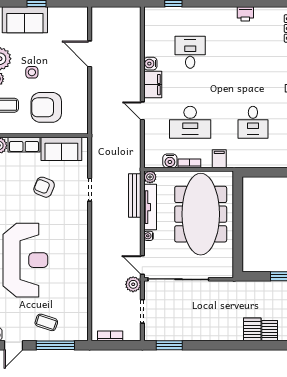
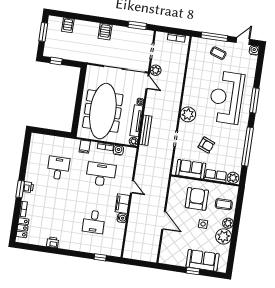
door: (90, 54) -> (164, 220), moved
armchair: (46, 107) -> (197, 199), turned -90
plant: (77, 227) -> (188, 114), added
server rack: (252, 329) -> (105, 32), moved

